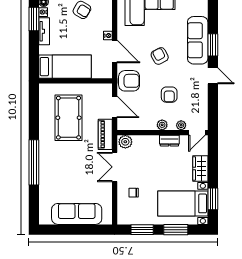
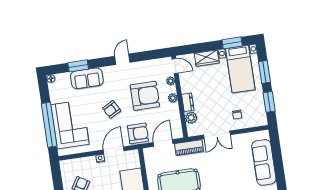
sofa: (198, 40) -> (87, 78), width x0.73
window: (213, 45) -> (78, 66), moved
armchair: (129, 81) -> (138, 133), turned 90
armchair: (169, 95) -> (145, 96), width x1.88, depth x1.88
dresser: (169, 141) -> (188, 102), moved
plant: (125, 142) -> (191, 118), moved

